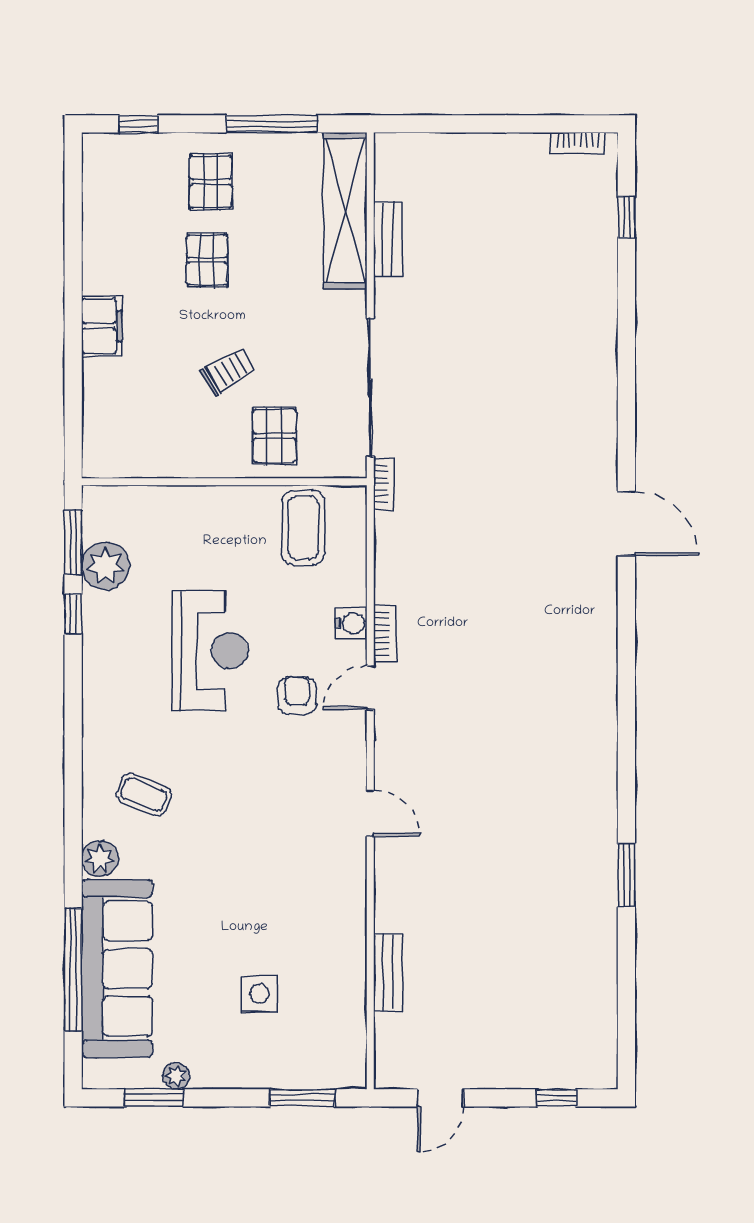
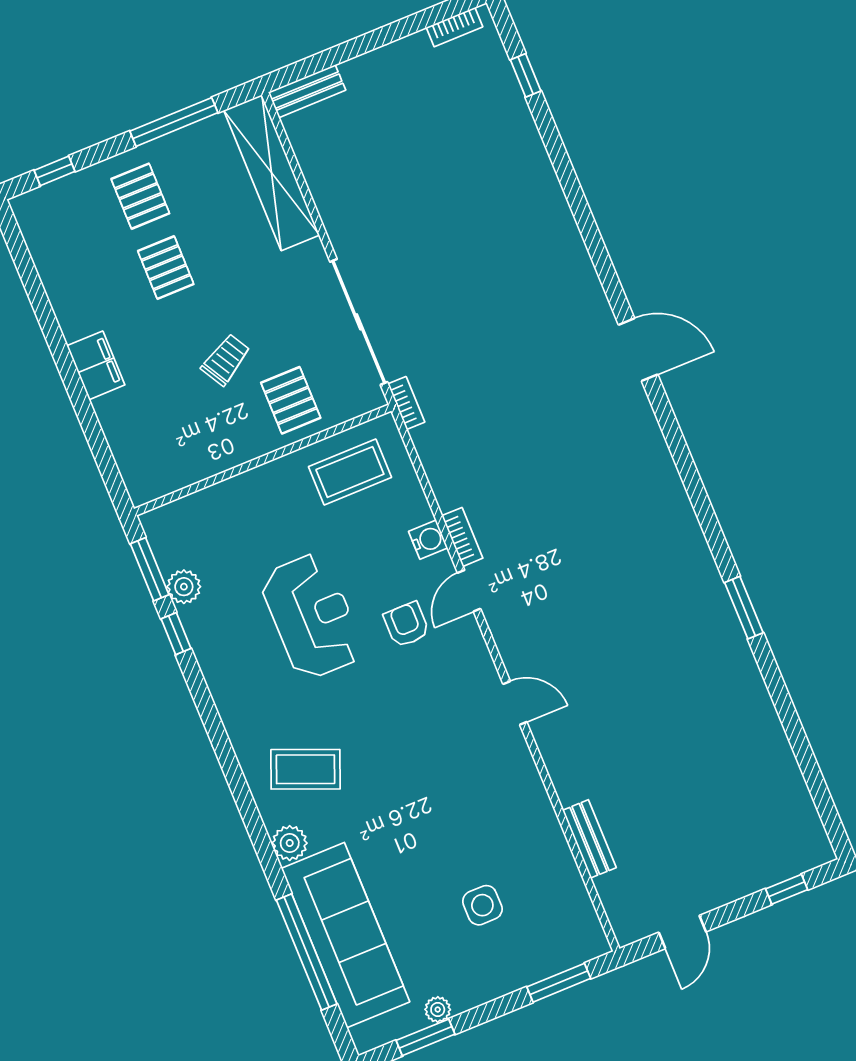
bench: (388, 240) -> (307, 91), moved, turned 90
coffee table: (303, 528) -> (350, 472), turned 90
plant: (105, 566) -> (184, 587), width x0.73, depth x0.73
coffee table: (144, 794) -> (306, 769), width x1.36, depth x1.30
window: (626, 875) -> (744, 608), moved

